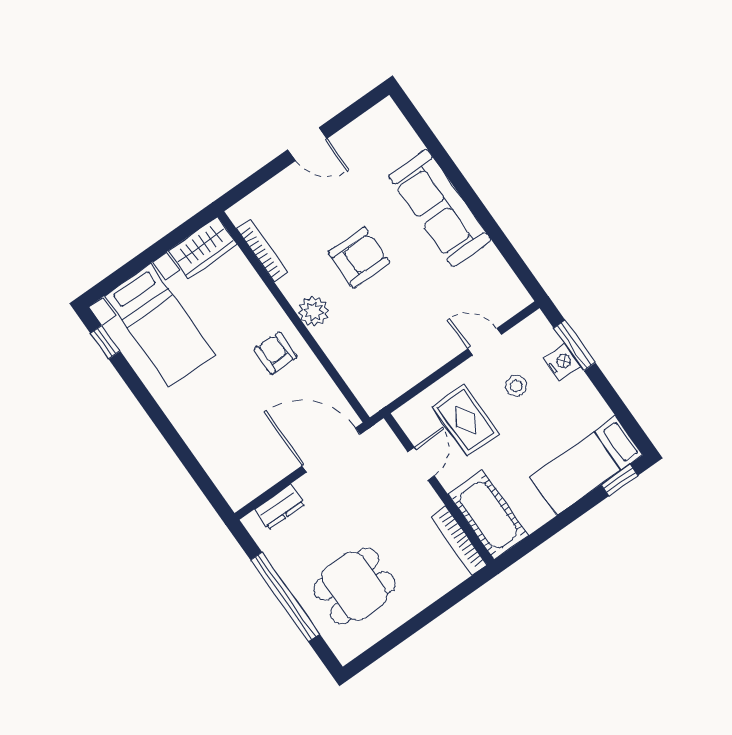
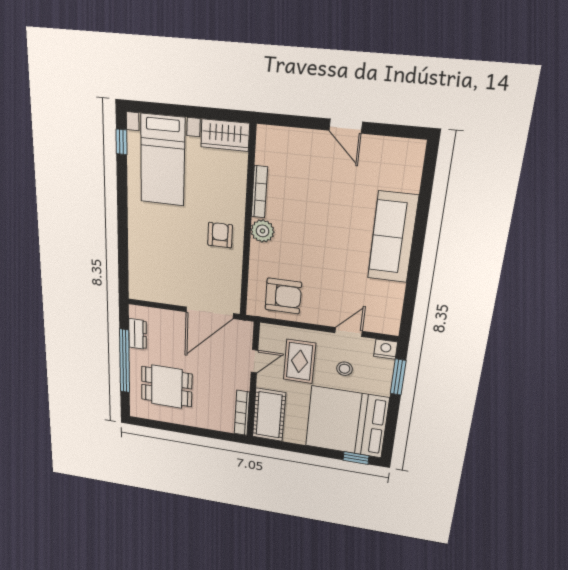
bookcase: (262, 251) -> (259, 192), moved
armchair: (359, 258) -> (283, 296), moved
door: (485, 342) -> (349, 332), hinge flipped
nightstand: (562, 362) -> (386, 349), moved, turned -90
door: (331, 450) -> (210, 313), swing flipped
bed: (586, 466) -> (347, 422), width x2.04
dresser: (280, 507) -> (138, 334), moved, turned -90

